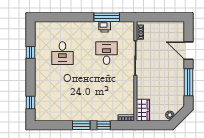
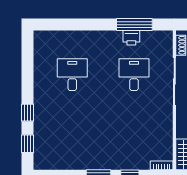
window: (30, 52) -> (28, 113), moved
desk: (62, 53) -> (72, 75), turned 180

